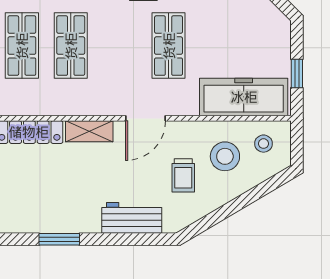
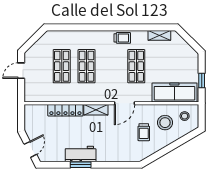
workbench: (132, 218) -> (81, 154), moved

